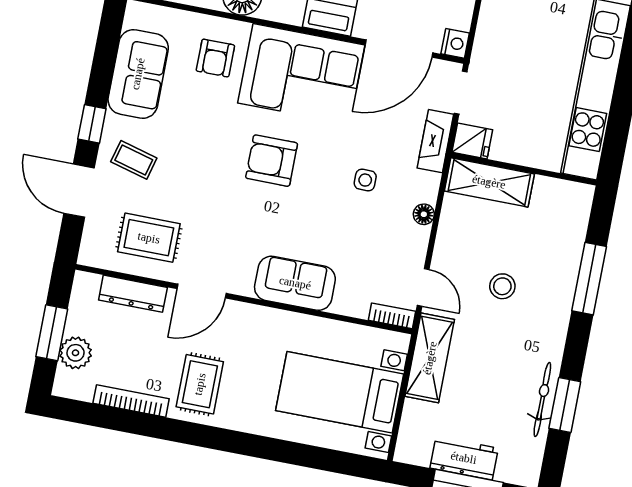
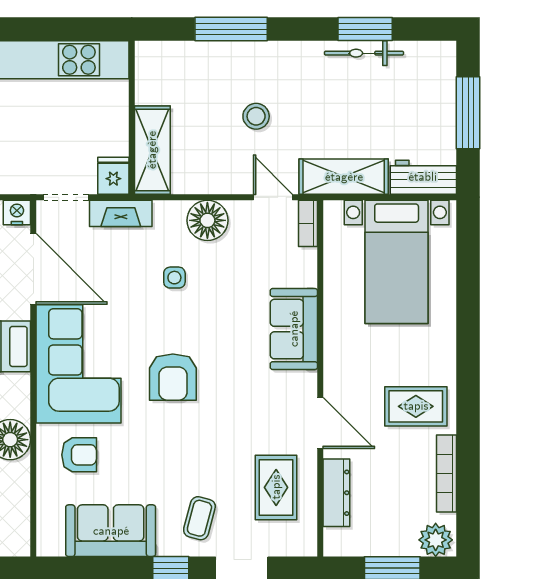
floor lamp: (424, 214) -> (207, 220), width x1.89, depth x1.89
door: (423, 287) -> (273, 197), hinge flipped
plant: (76, 353) -> (436, 540), moved
workbench: (464, 458) -> (423, 177), moved, turned 90

